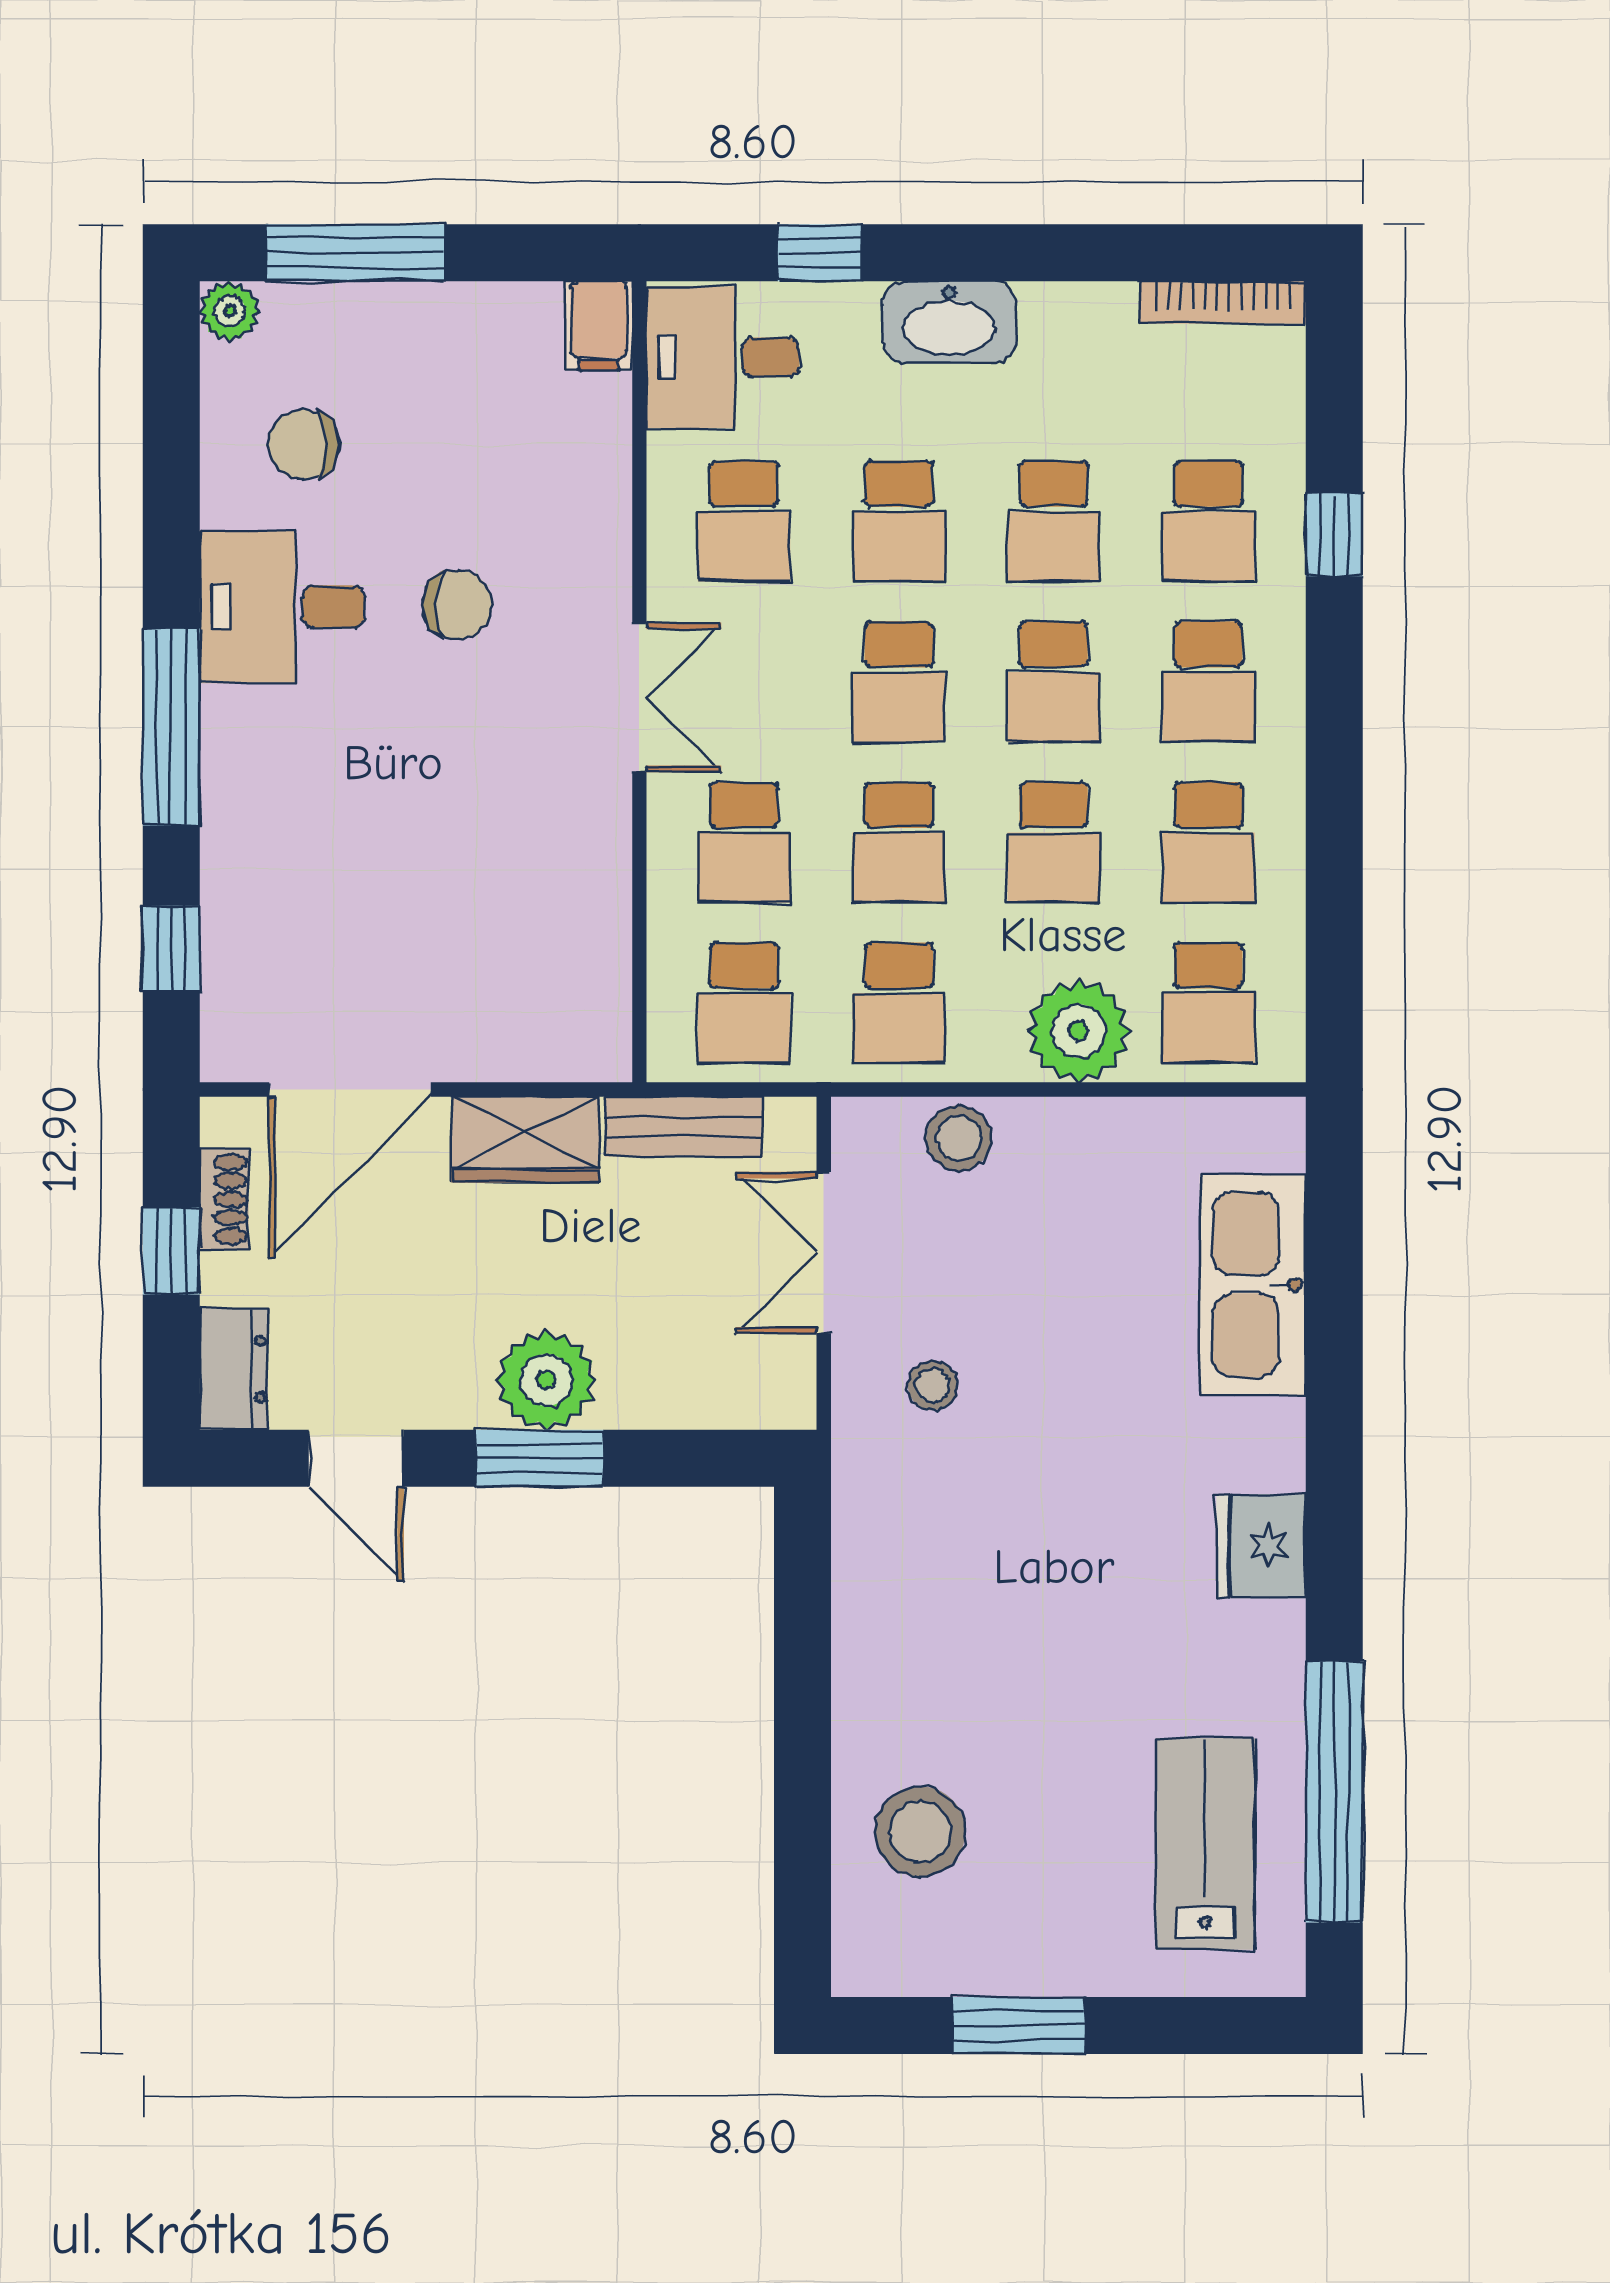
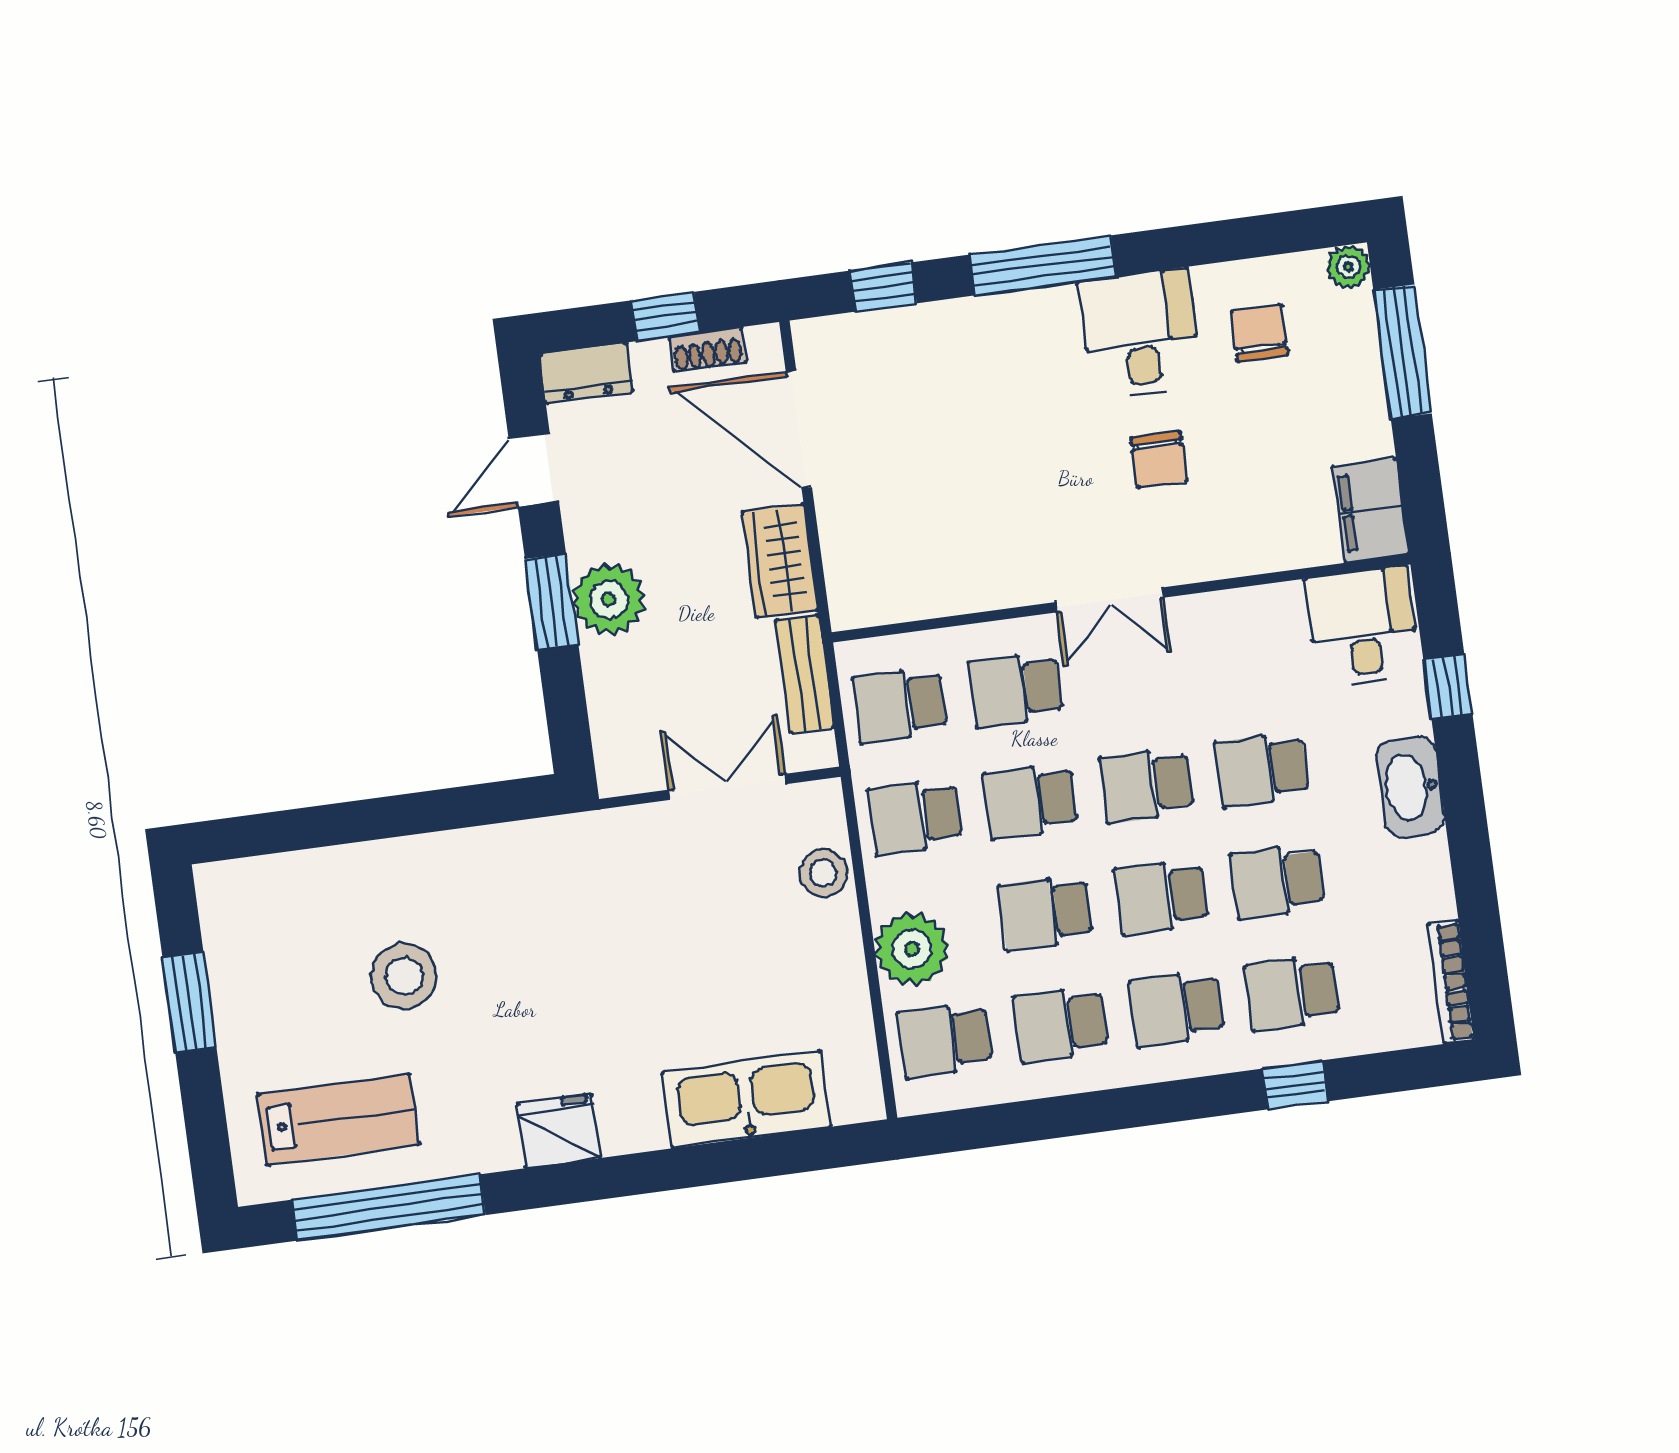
filing cabinet: (599, 326) -> (1370, 510), width x2.00
school desk: (744, 521) -> (1247, 658), removed
stool: (933, 1385) -> (642, 878), removed
stool: (920, 1831) -> (404, 976), moved

